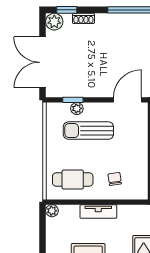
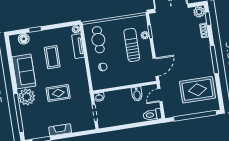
door: (127, 100) -> (156, 67), hinge flipped
tv unit: (98, 211) -> (78, 46), moved

